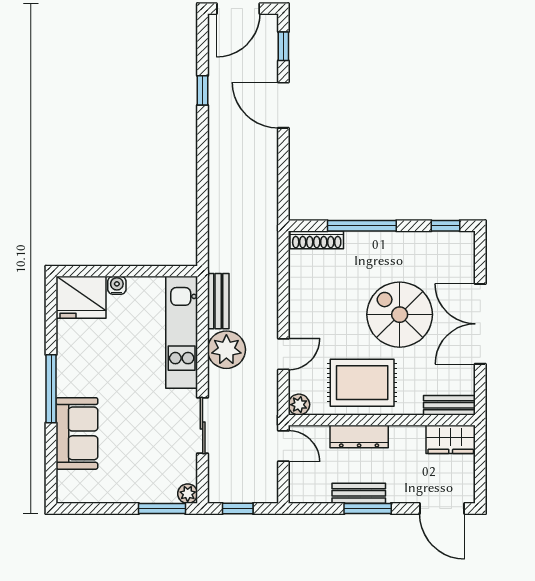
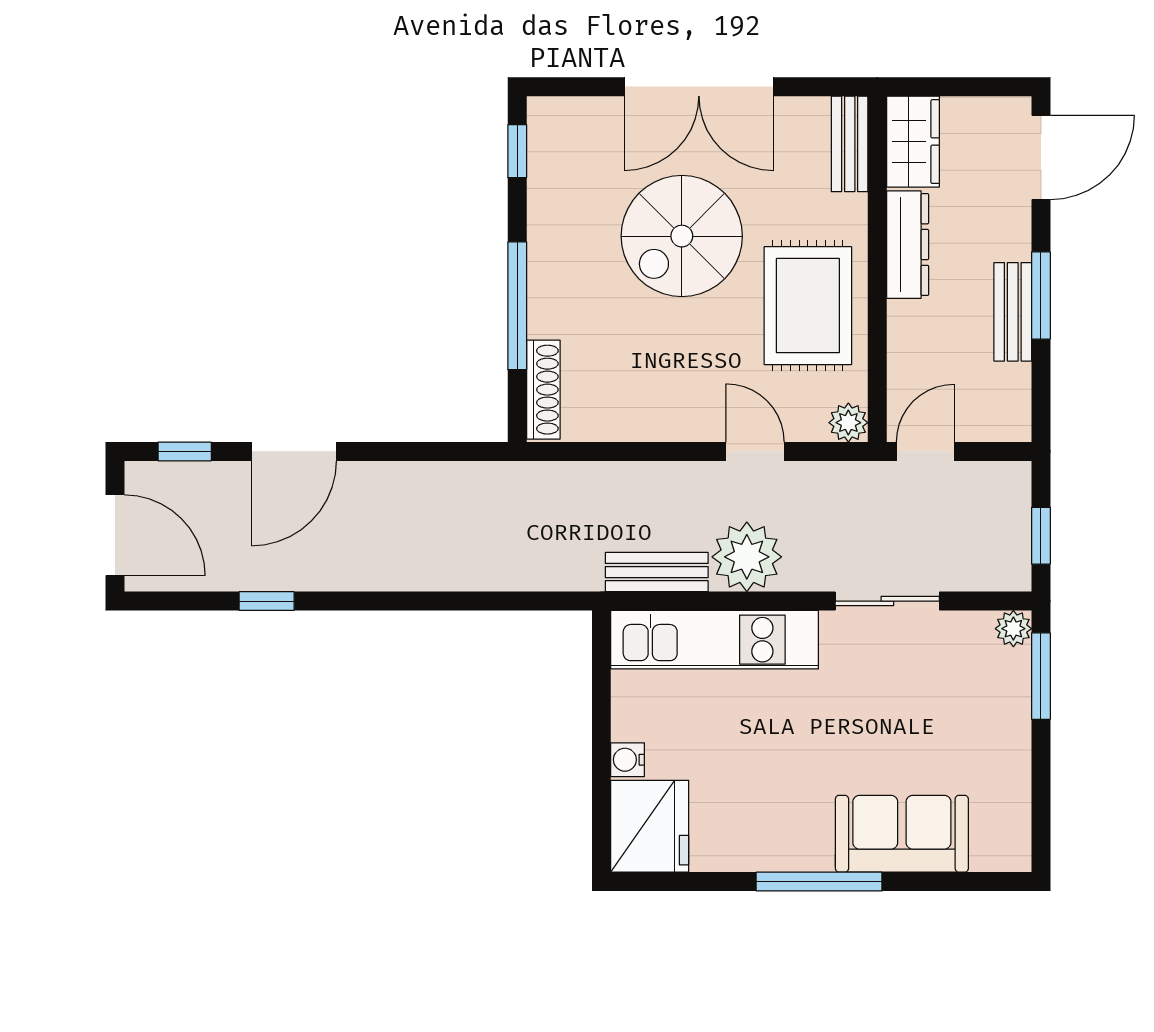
dresser: (359, 437) -> (908, 245), moved

